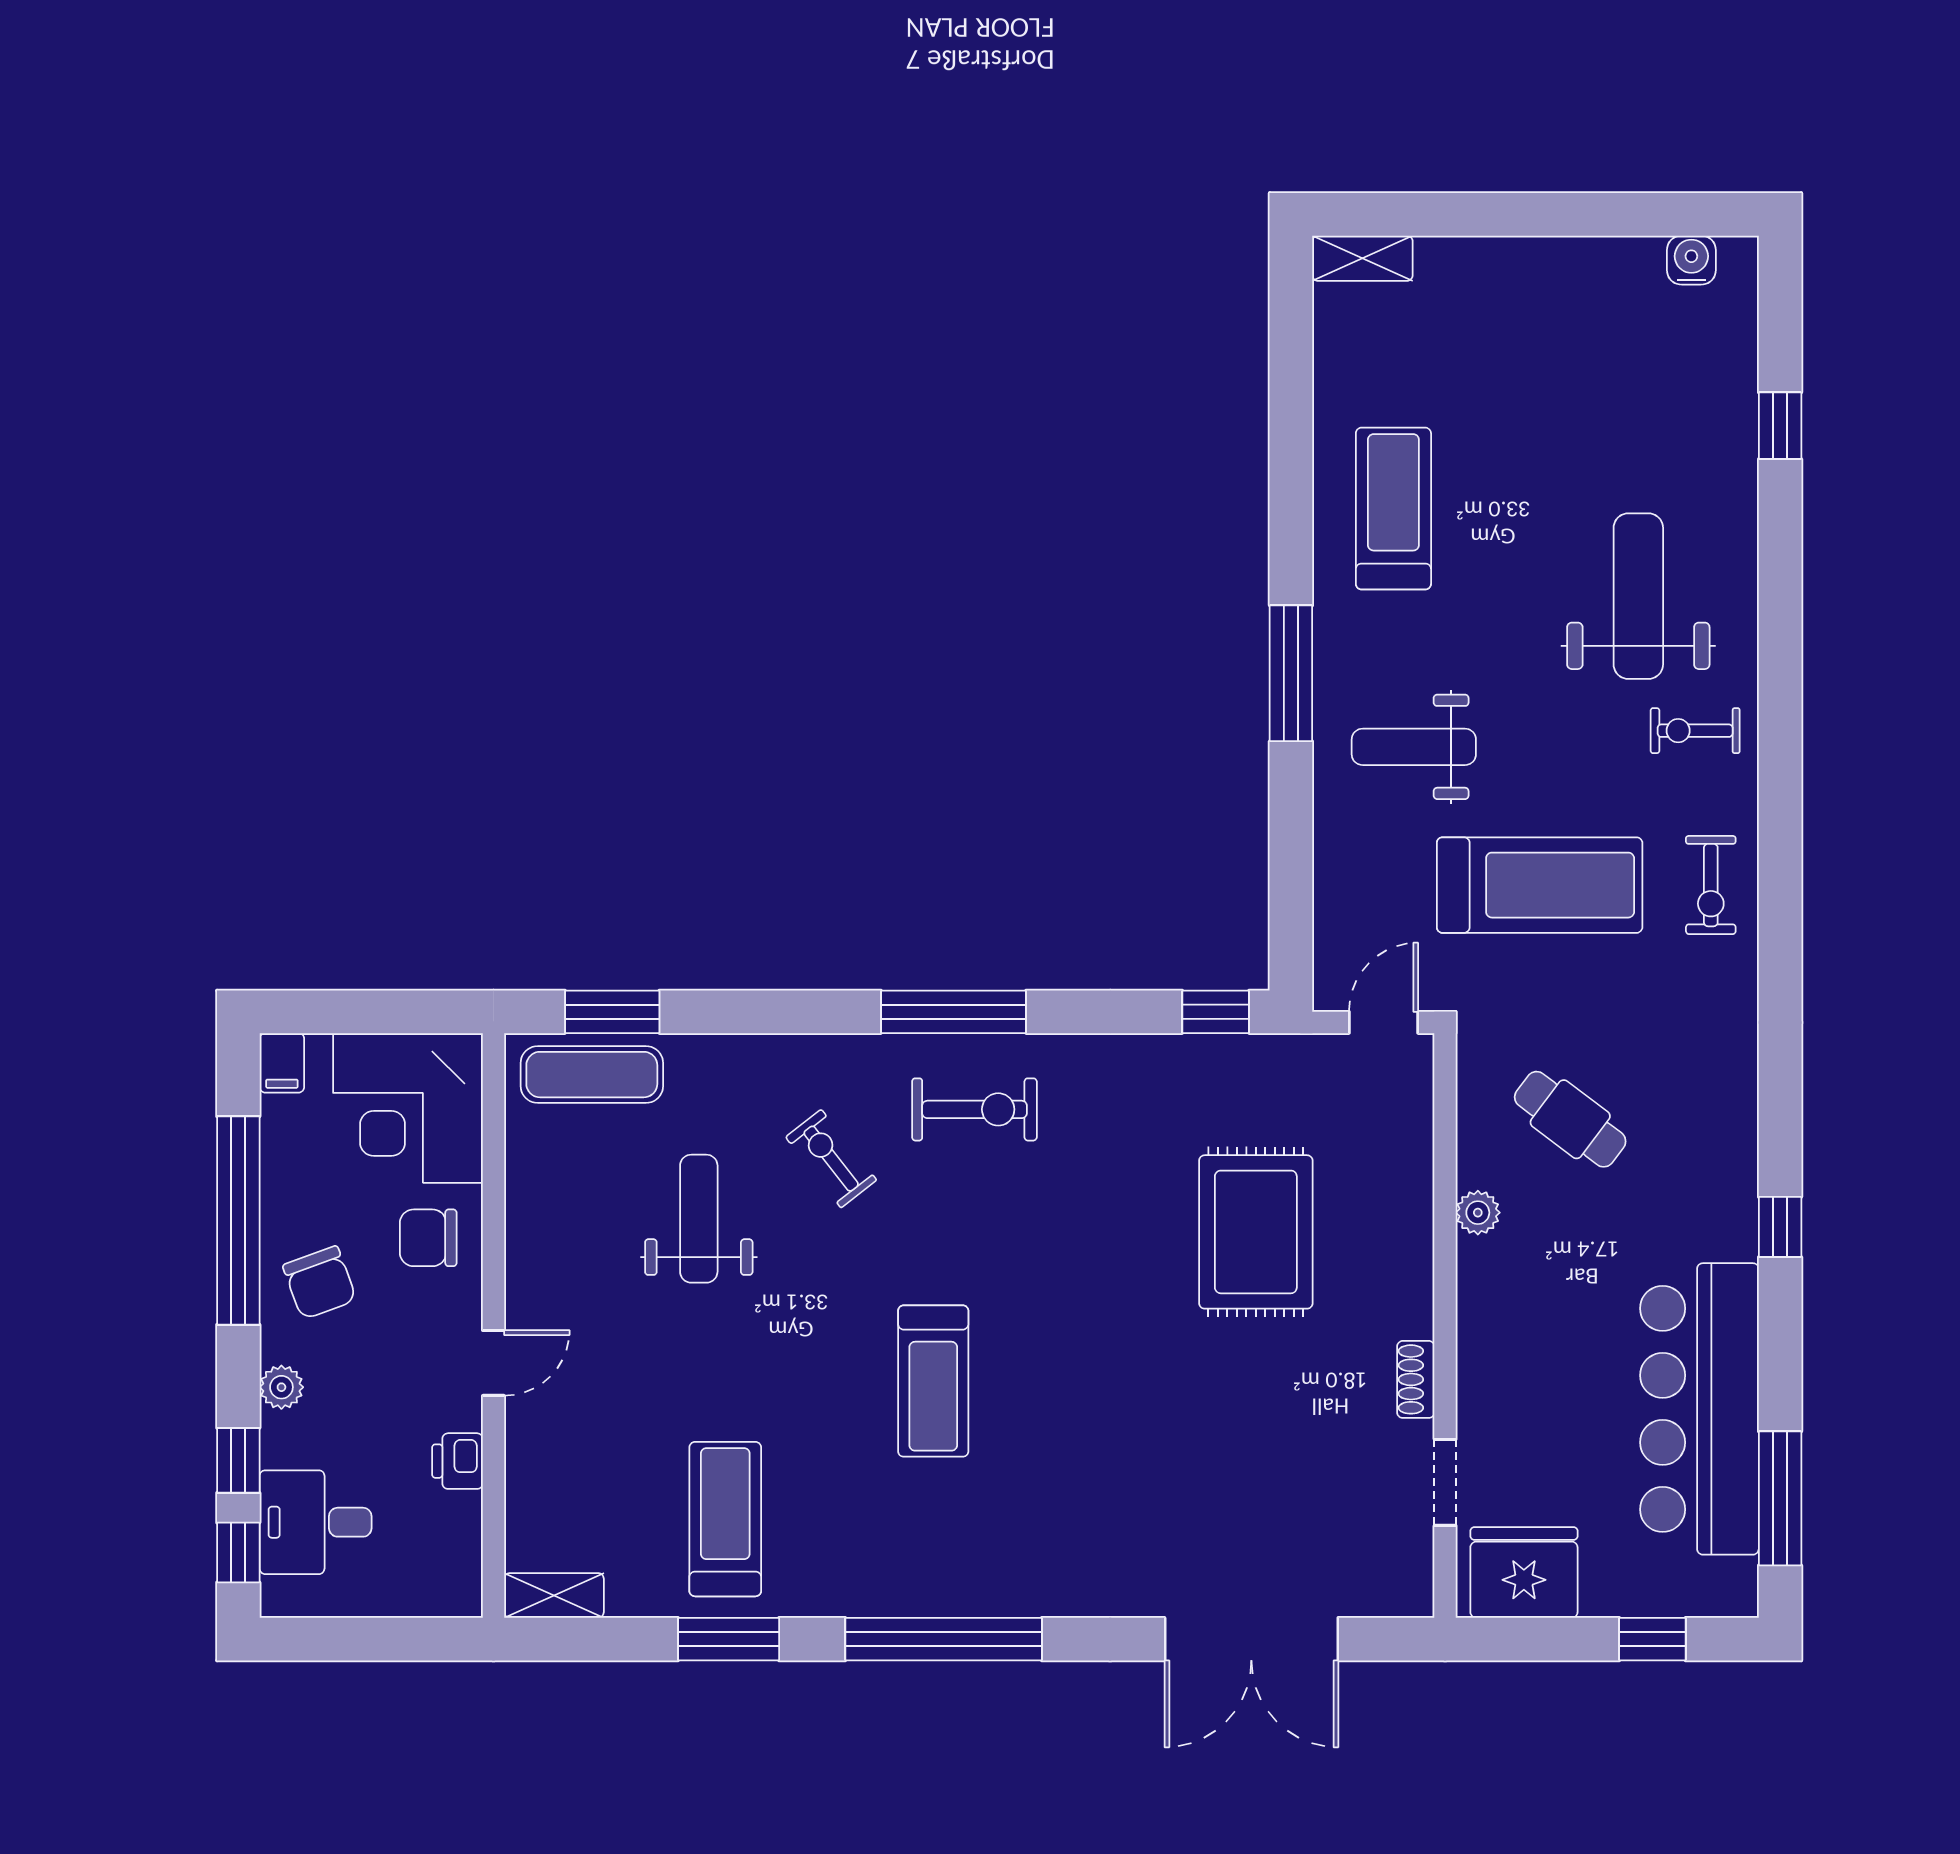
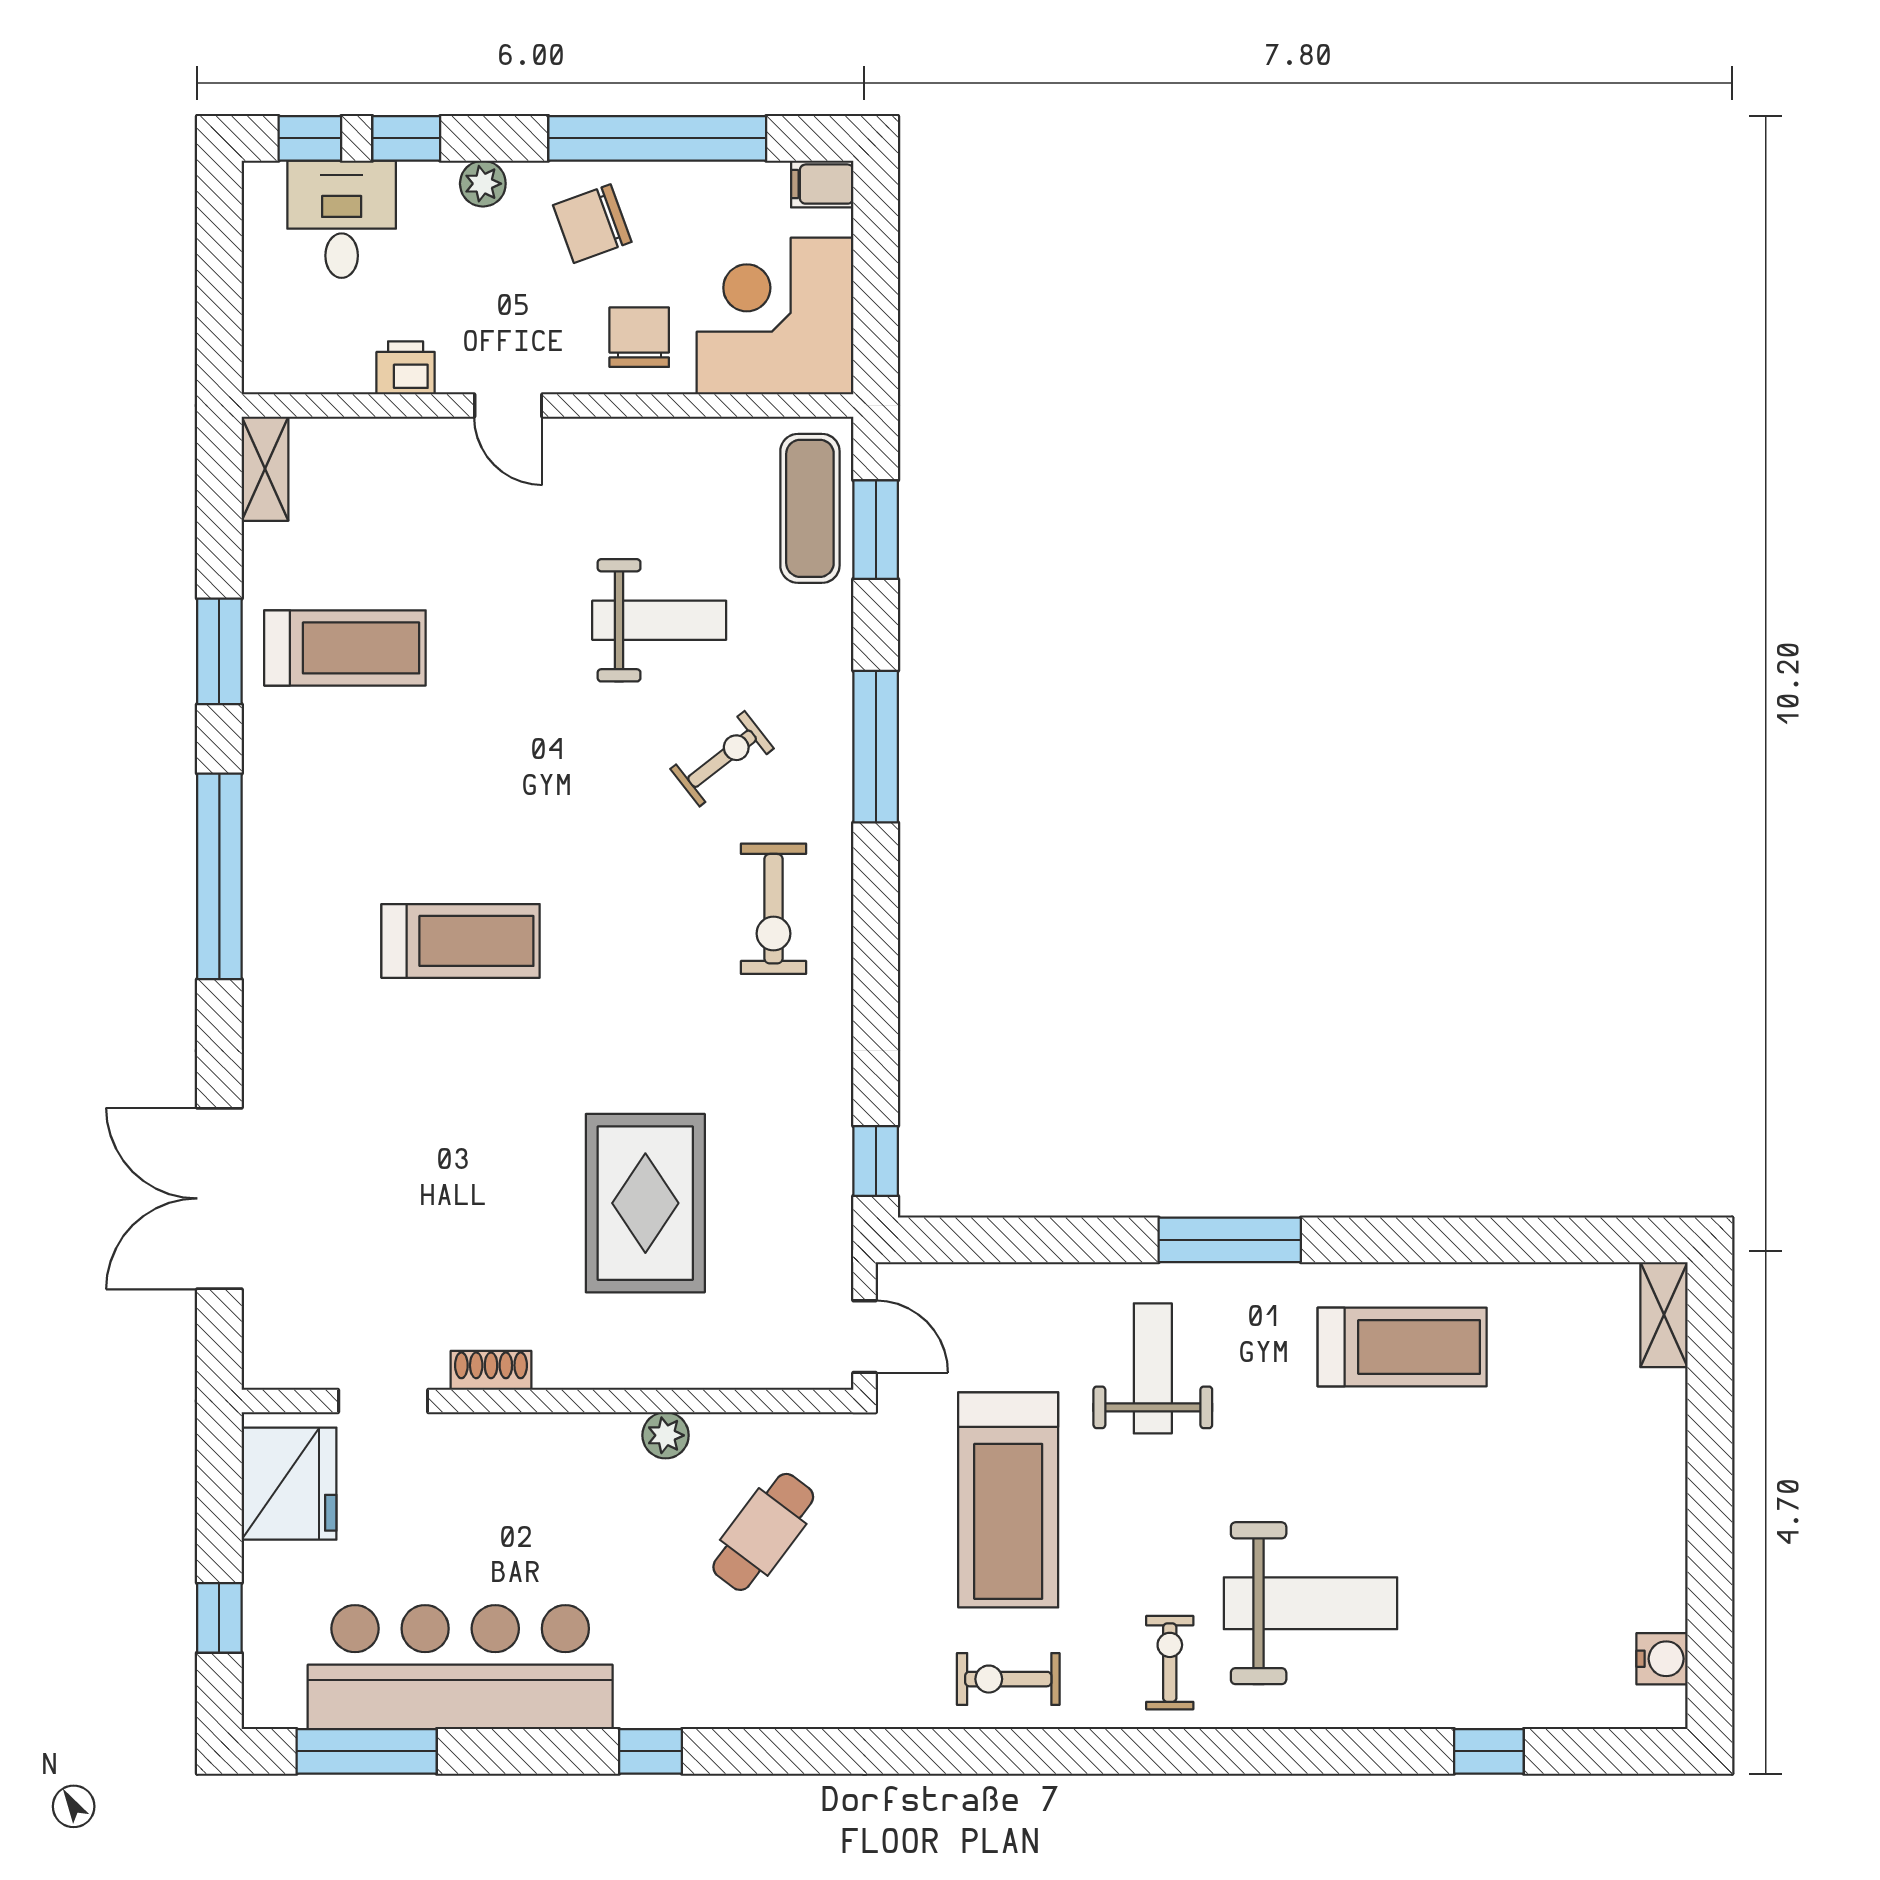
window: (954, 1012) -> (876, 747), moved
rug: (1256, 1232) -> (645, 1203), turned 90
treadmill: (933, 1381) -> (461, 941), moved, turned 180

